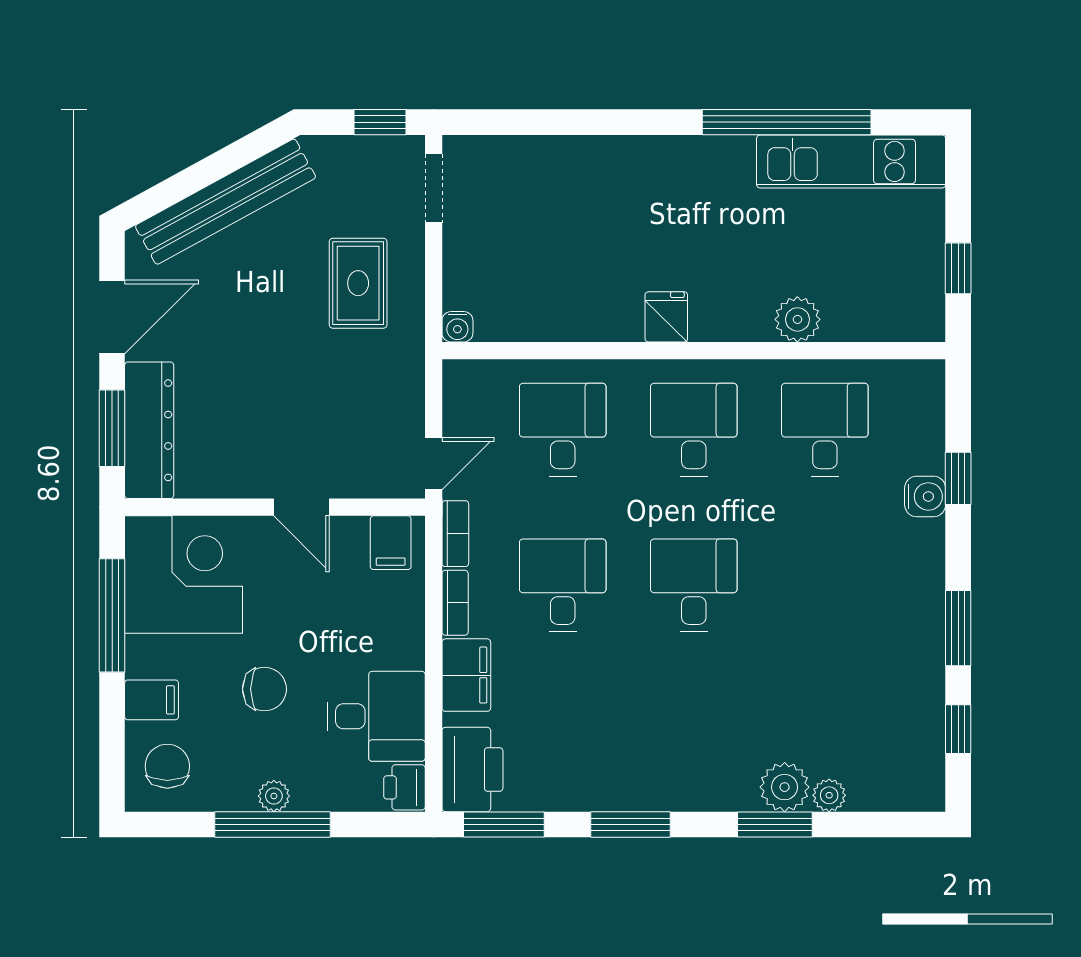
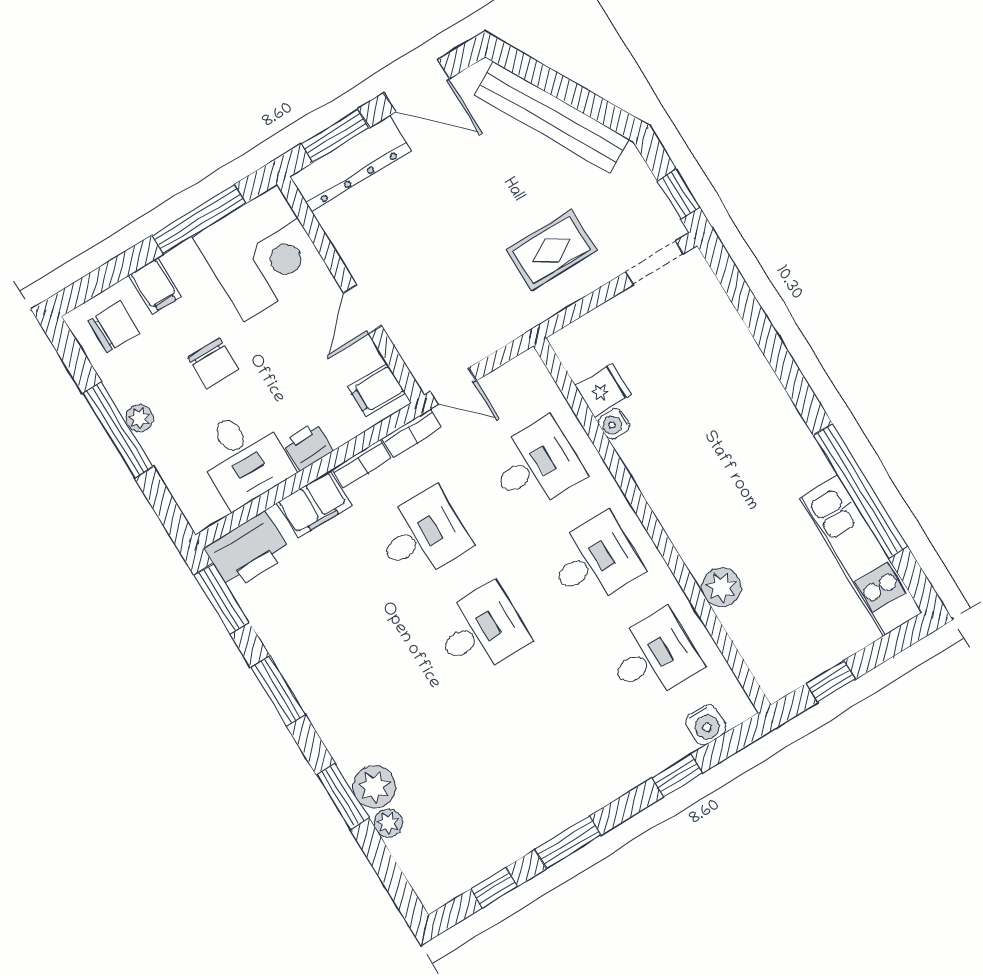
fridge: (666, 317) -> (603, 390), moved
water cooler: (457, 327) -> (614, 424), moved
water cooler: (925, 496) -> (706, 725), moved
printer: (404, 787) -> (308, 446), moved

